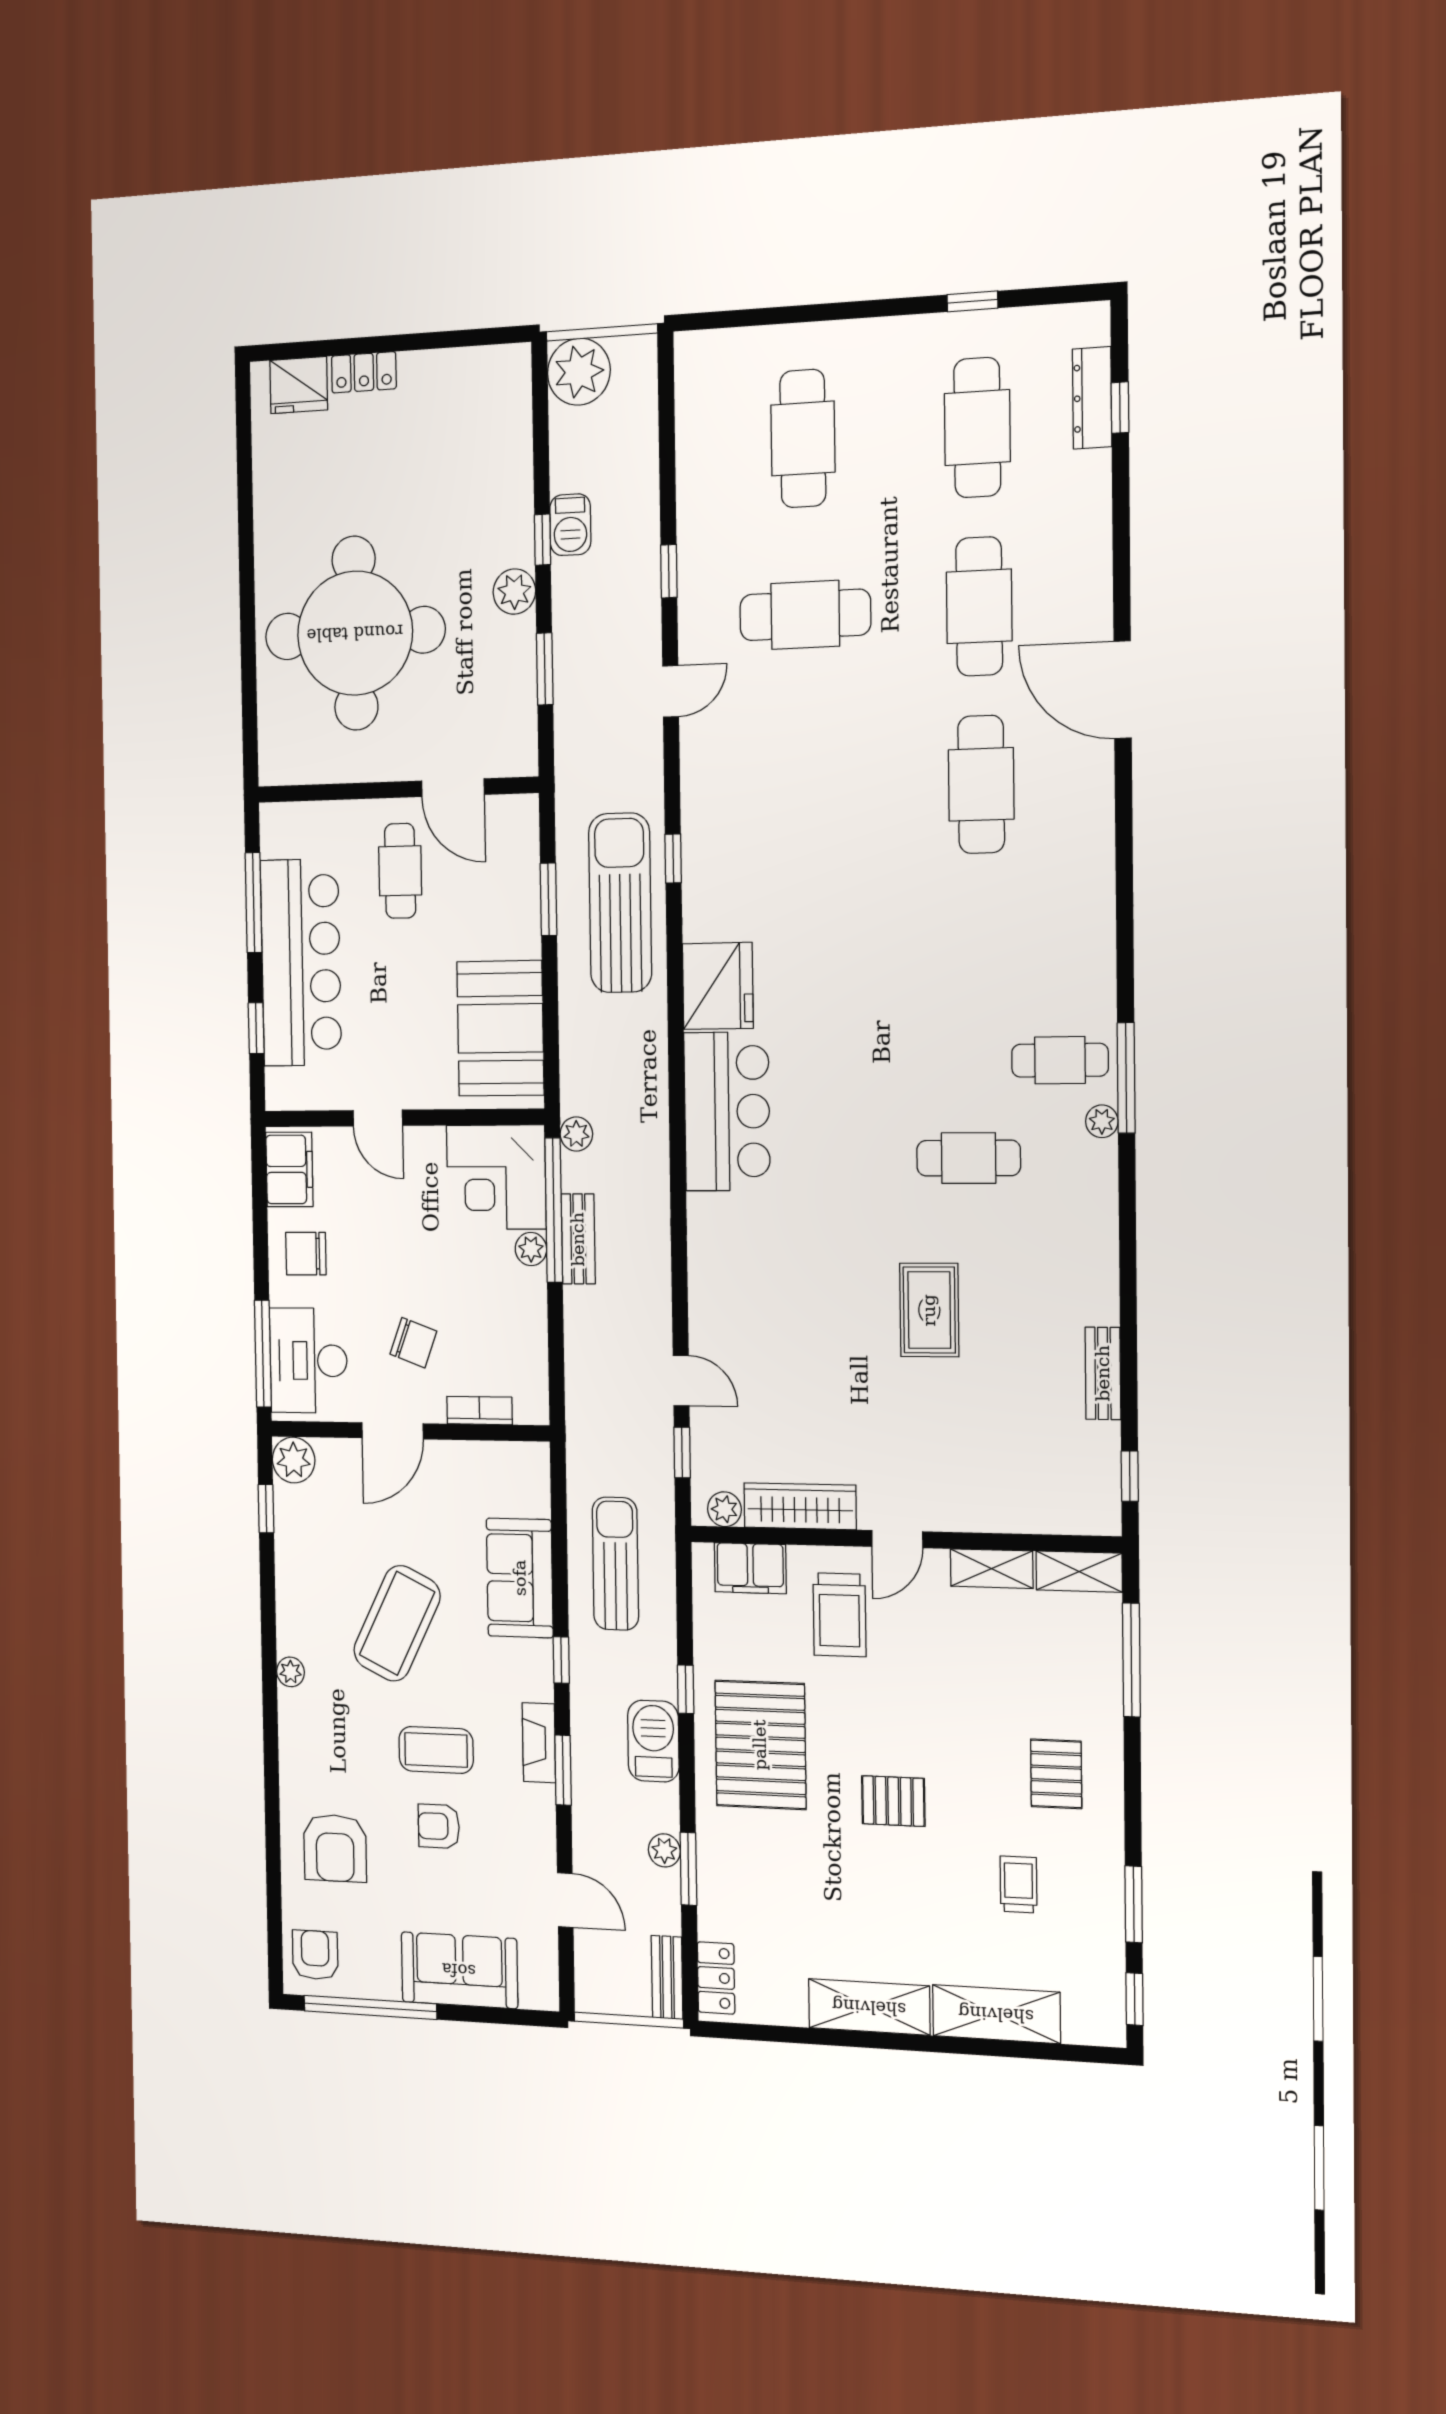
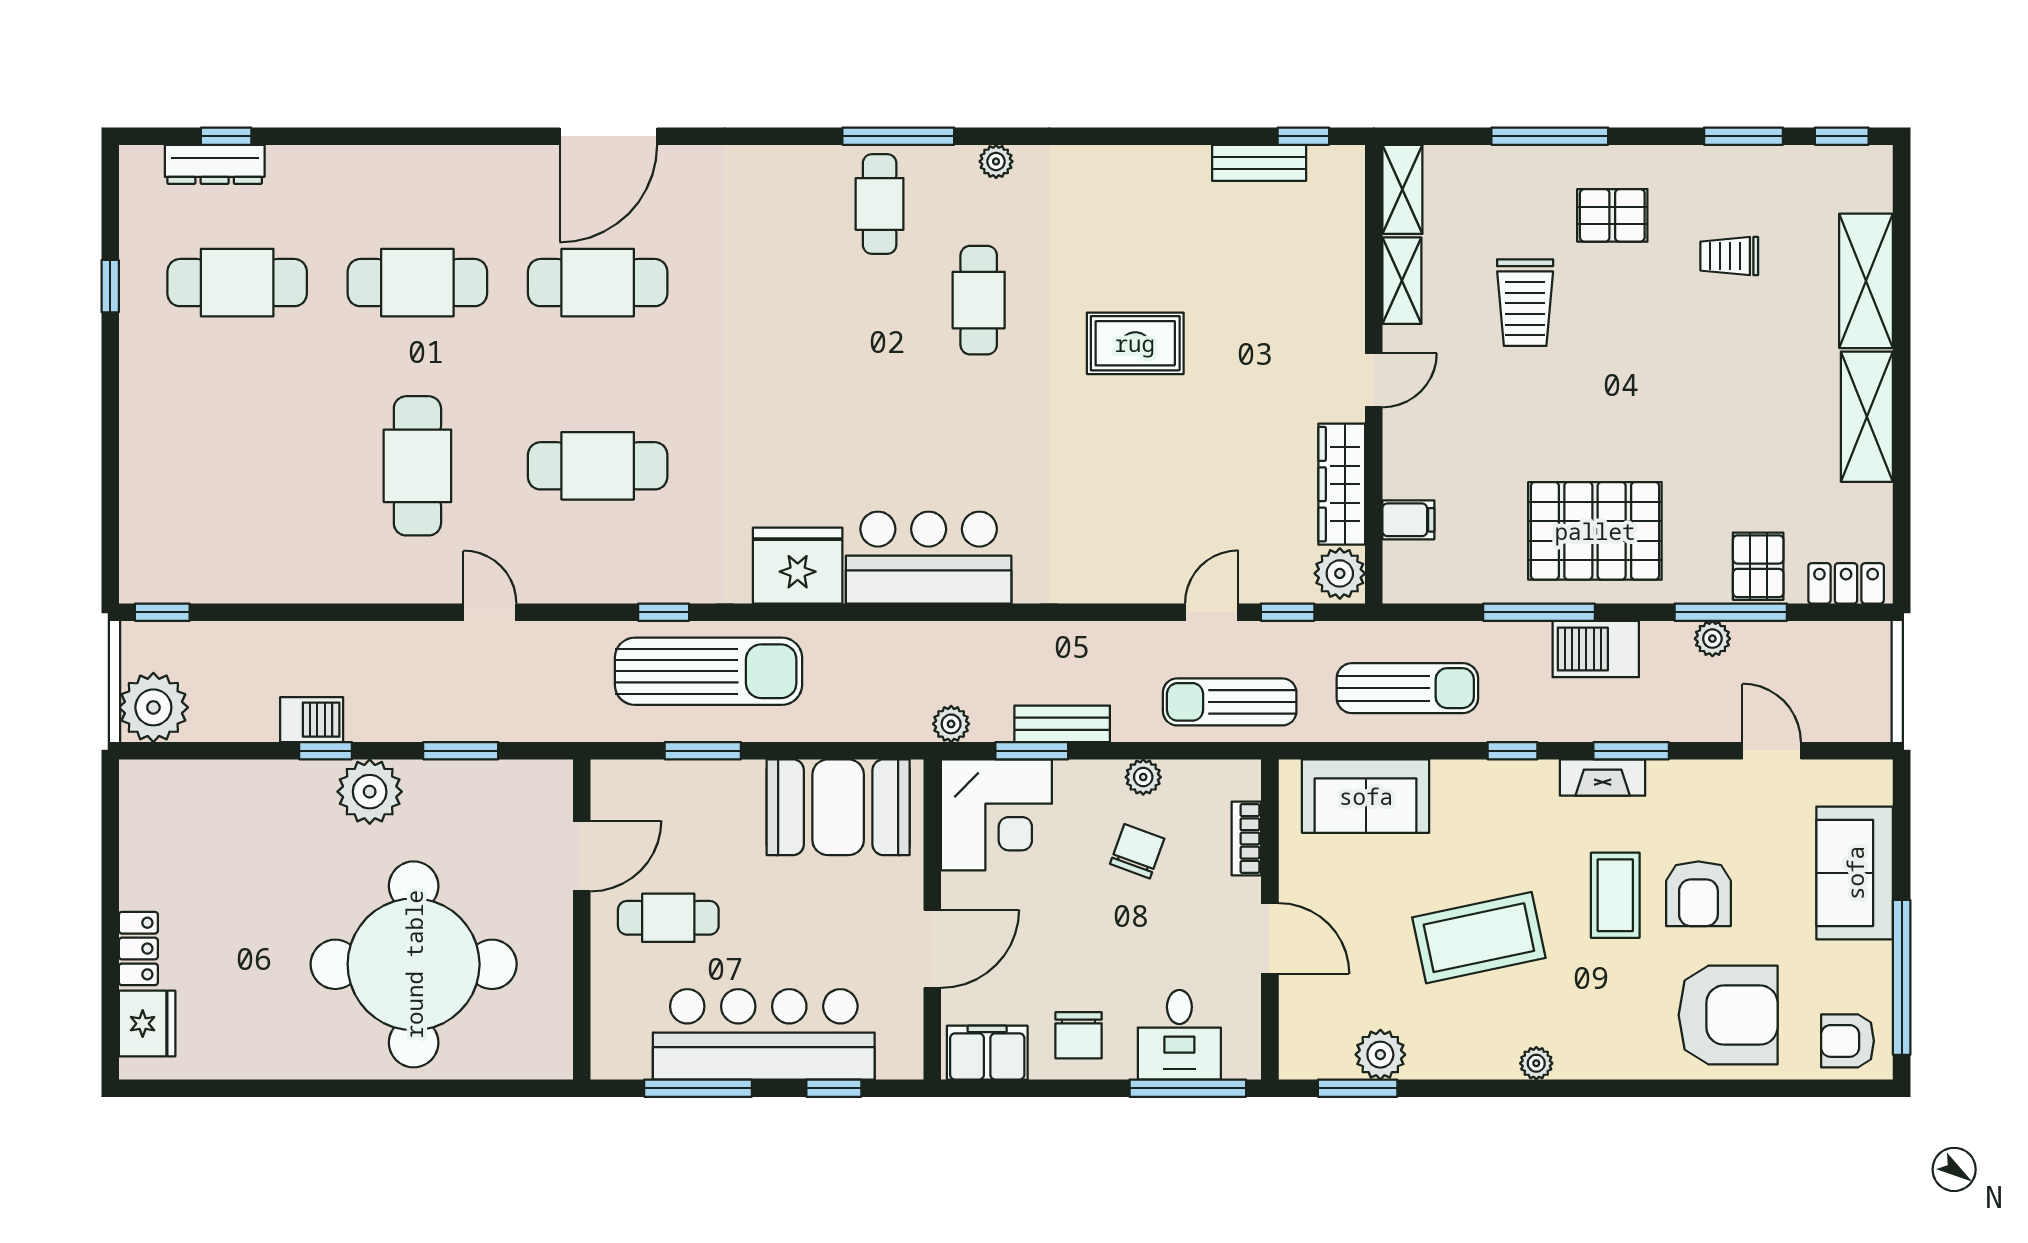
cafe table: (803, 438) -> (598, 466), moved
window: (669, 571) -> (162, 612), moved
plant: (514, 592) -> (370, 792), width x1.36, depth x1.36
door: (1123, 690) -> (608, 136), moved
sun lounger: (620, 903) -> (708, 671), turned 180
door: (378, 1118) -> (932, 949), width x1.37
plant: (1102, 1121) -> (996, 161), moved
window: (554, 1210) -> (1032, 751), width x0.47
plant: (531, 1249) -> (1143, 777), moved
chair: (413, 1343) -> (1137, 851), moved
desk: (308, 1361) -> (1179, 1035), width x0.73
bench: (1103, 1373) -> (1259, 163), moved
sun lounger: (600, 1397) -> (1230, 702), added
plant: (294, 1460) -> (1380, 1055), moved
window: (266, 1509) -> (1358, 1088), width x1.50
plant: (724, 1509) -> (1340, 573), width x1.38, depth x1.38
door: (897, 1539) -> (1374, 380), hinge flipped
sun lounger: (615, 1564) -> (1407, 688), turned 180
filing cabinet: (750, 1568) -> (1408, 520), width x0.50
sofa: (520, 1578) -> (1366, 796), moved
trolley: (839, 1615) -> (1525, 303), moved, turned 90
coffee table: (397, 1623) -> (1479, 938), turned -38
window: (1131, 1660) -> (1550, 136), moved
window: (686, 1689) -> (1539, 612), width x2.17
pallet: (893, 1801) -> (1758, 566), moved
armchair: (439, 1826) -> (1698, 894), width x1.38, depth x1.38
armchair: (335, 1848) -> (1728, 1015), width x1.36, depth x1.36
window: (688, 1869) -> (1731, 612), width x1.44
door: (565, 1900) -> (1772, 751), hinge flipped
bench: (667, 1977) -> (1849, 638), removed

